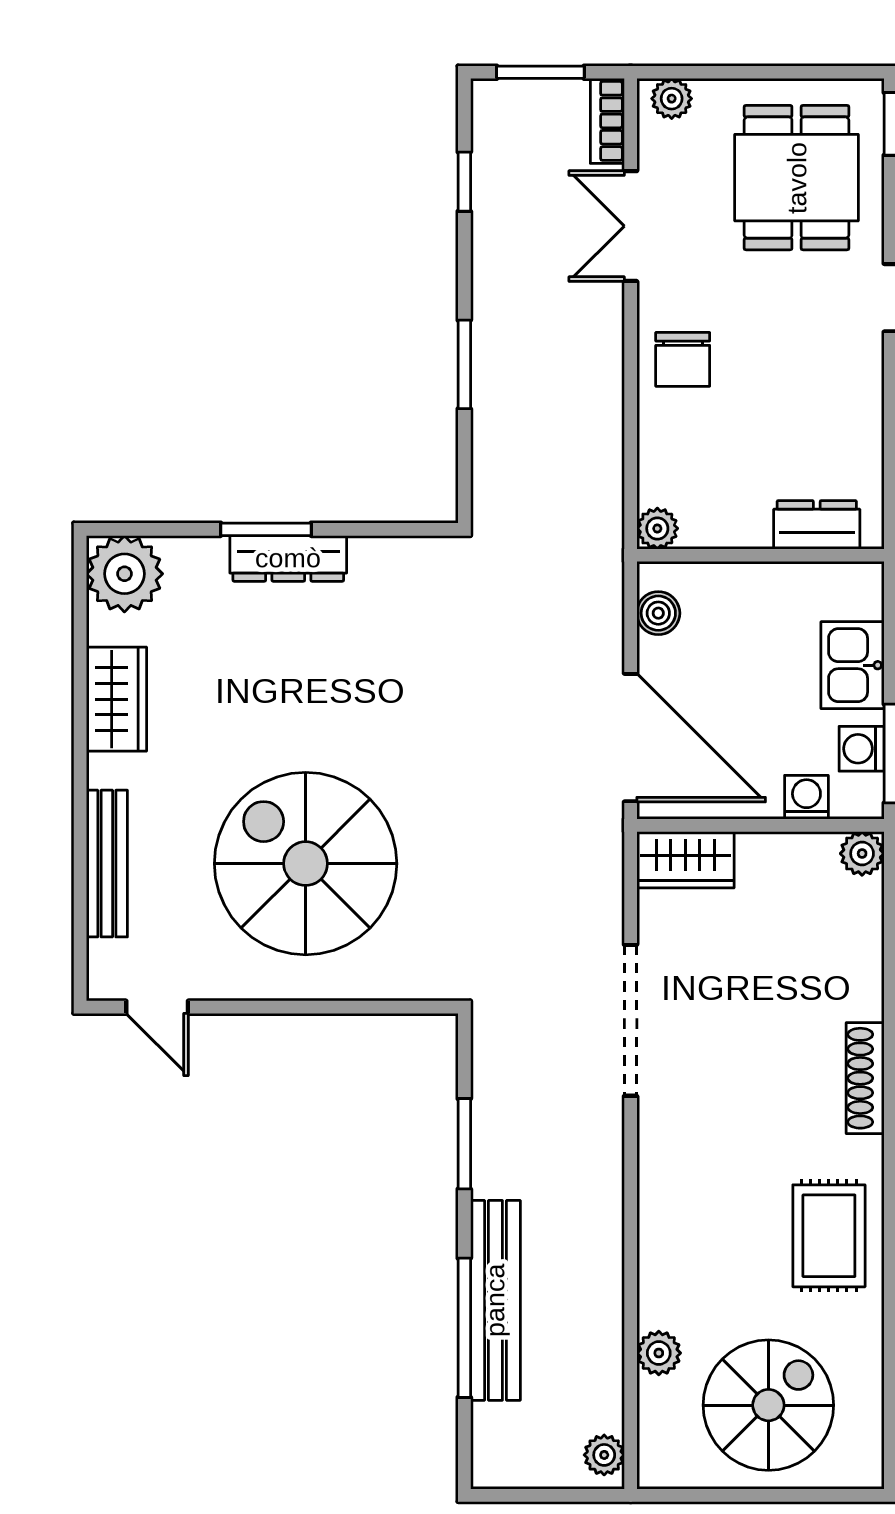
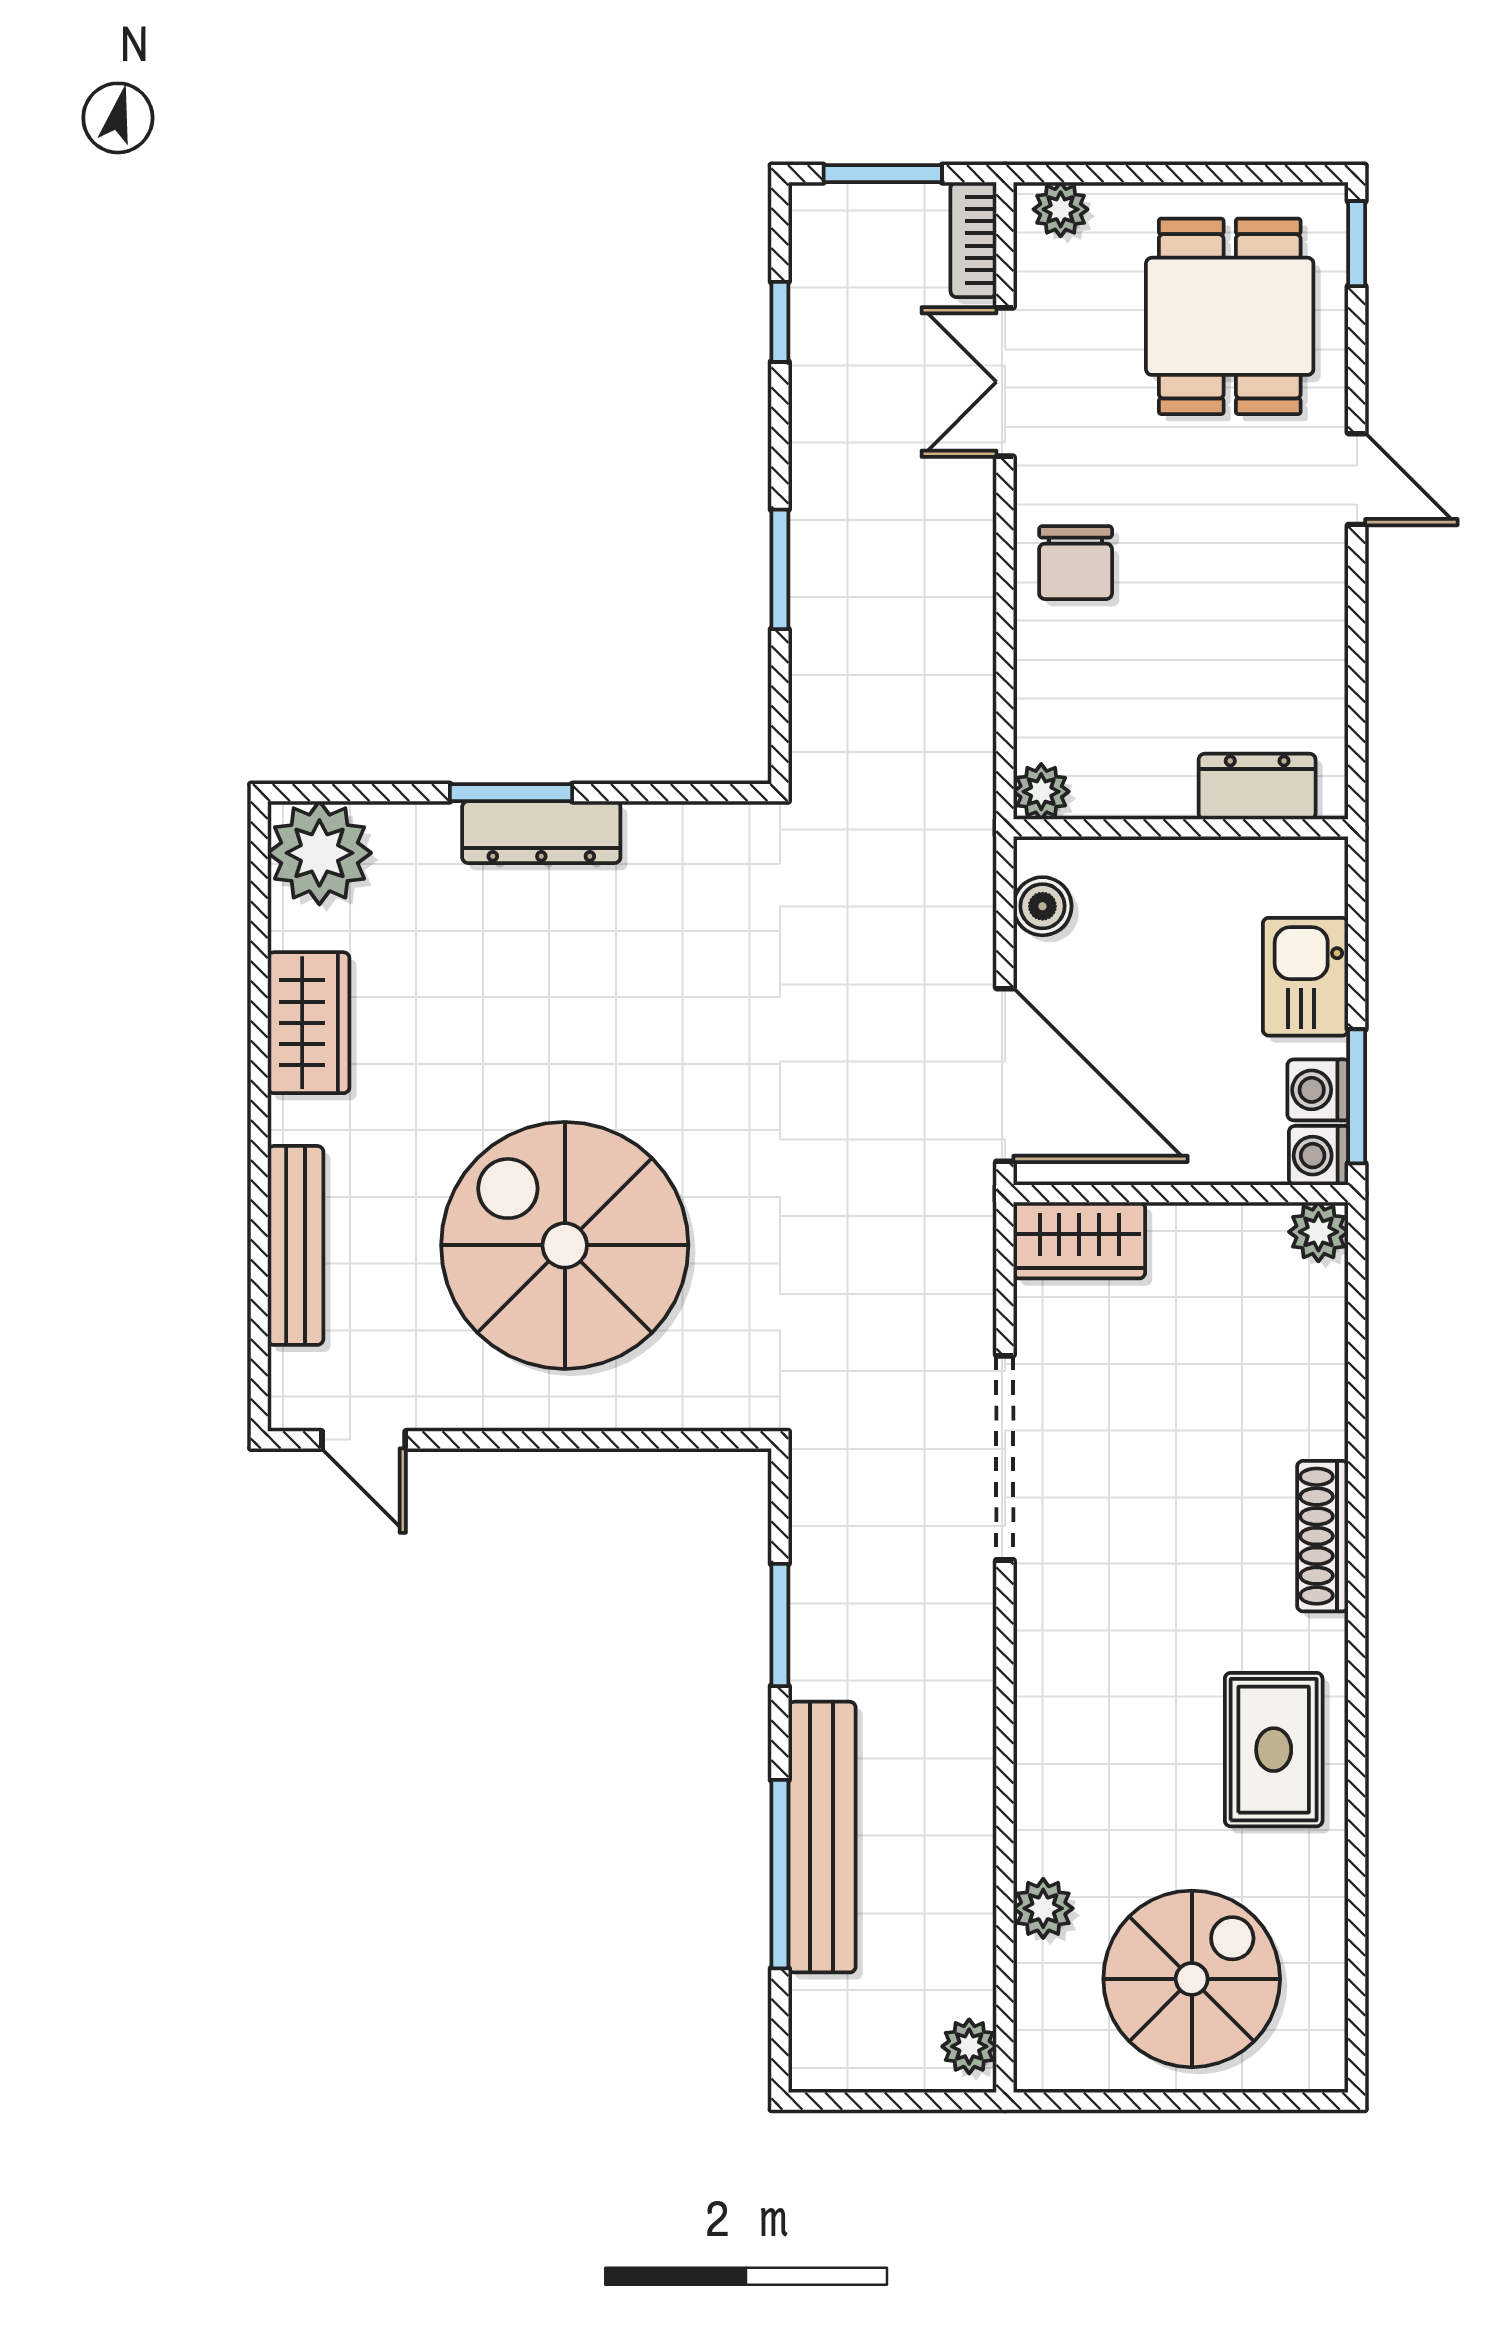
washing machine: (806, 797) -> (1319, 1156), moved, turned -90

